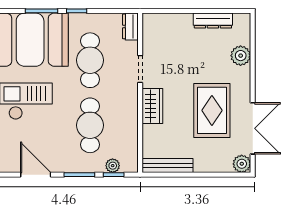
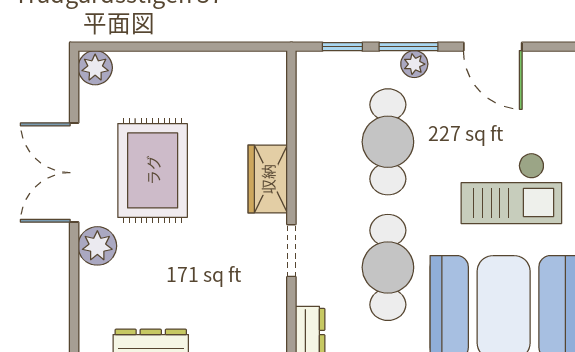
plant: (241, 56) -> (97, 246), moved
double door: (253, 128) -> (74, 173), moved
plant: (113, 166) -> (414, 64), moved
bench: (167, 166) -> (238, 64), removed

